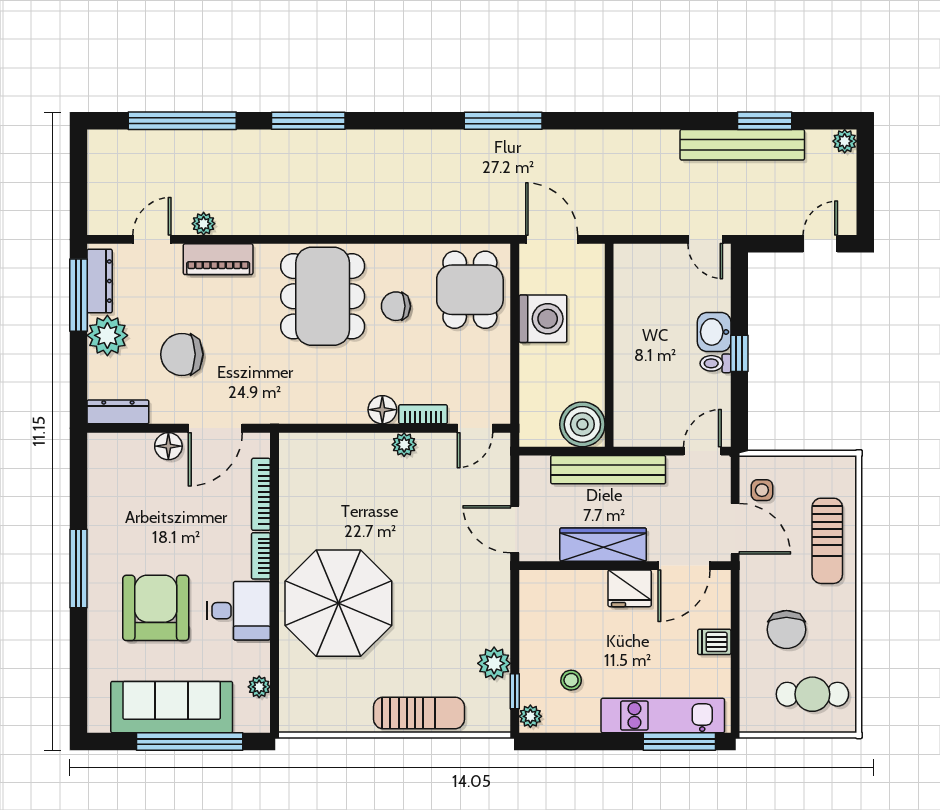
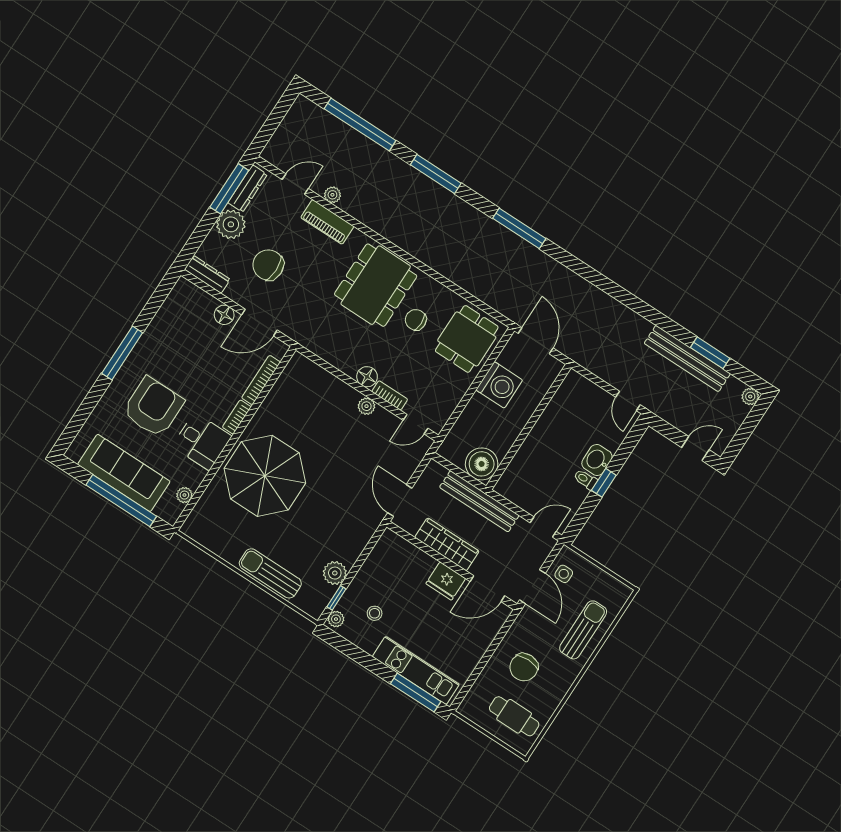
window: (503, 121) -> (519, 228), moved
sun lounger: (827, 541) -> (583, 630), turned 180
dishwasher: (714, 642) -> (476, 646), removed
sun lounger: (419, 713) -> (270, 573), turned 180

